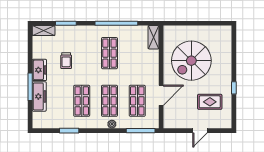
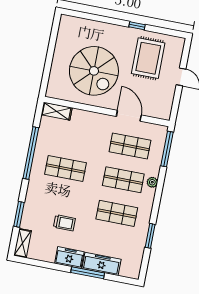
rug: (210, 102) -> (148, 58), width x1.36, depth x1.43

